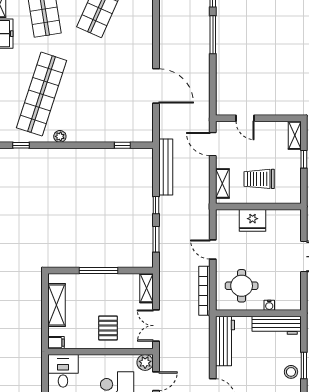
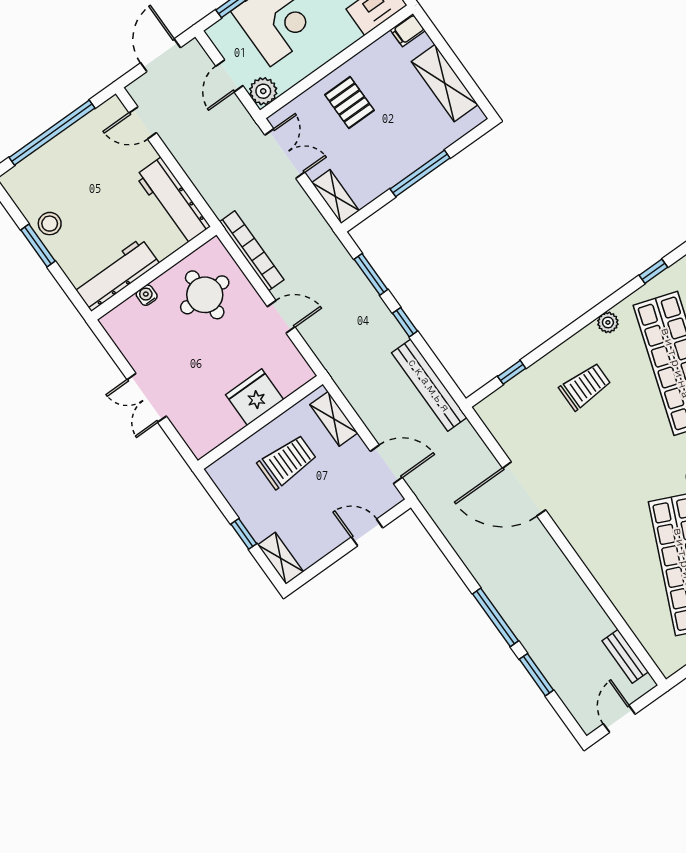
trolley: (92, 114) -> (585, 386), added

